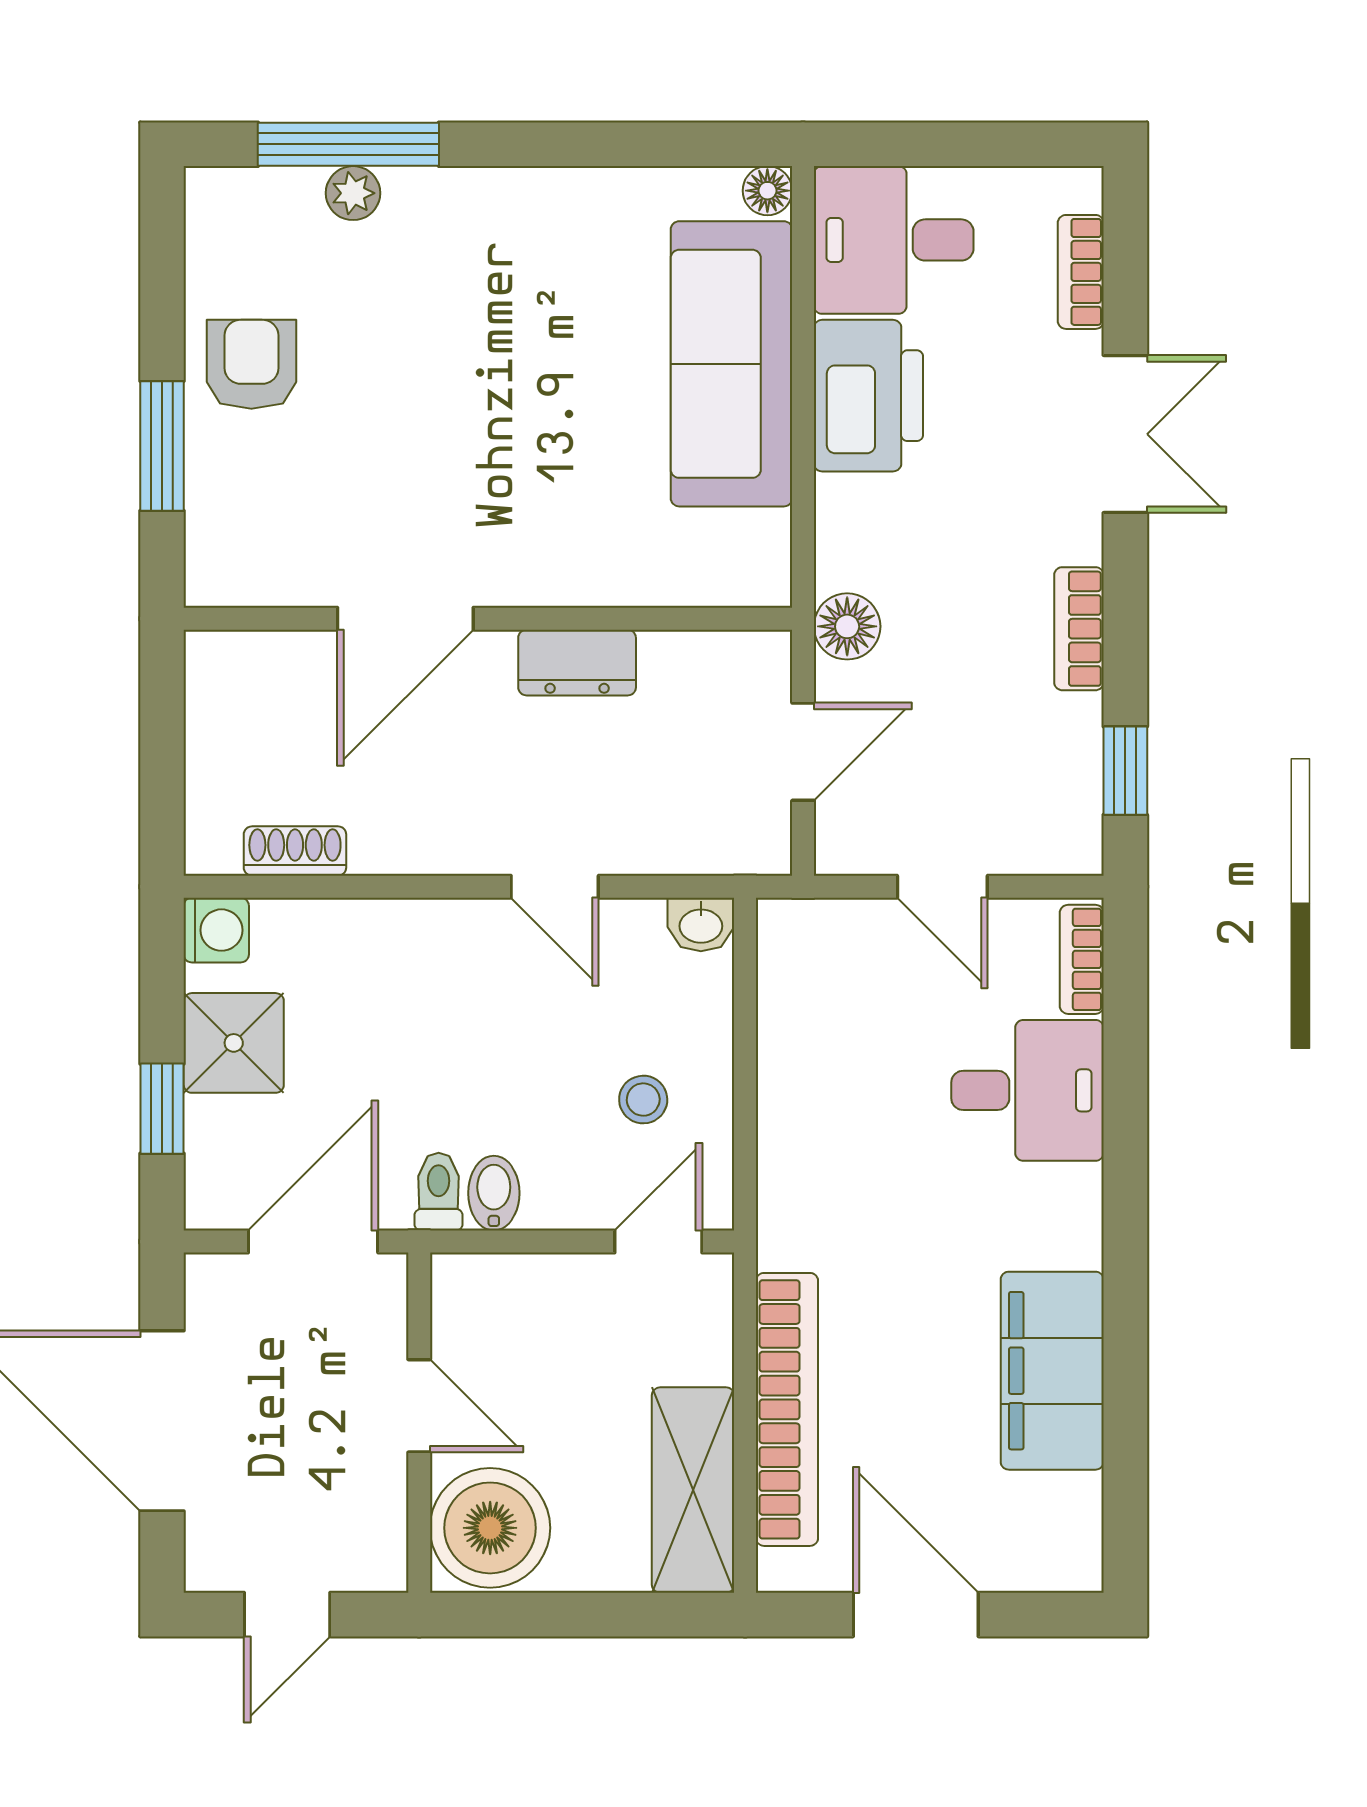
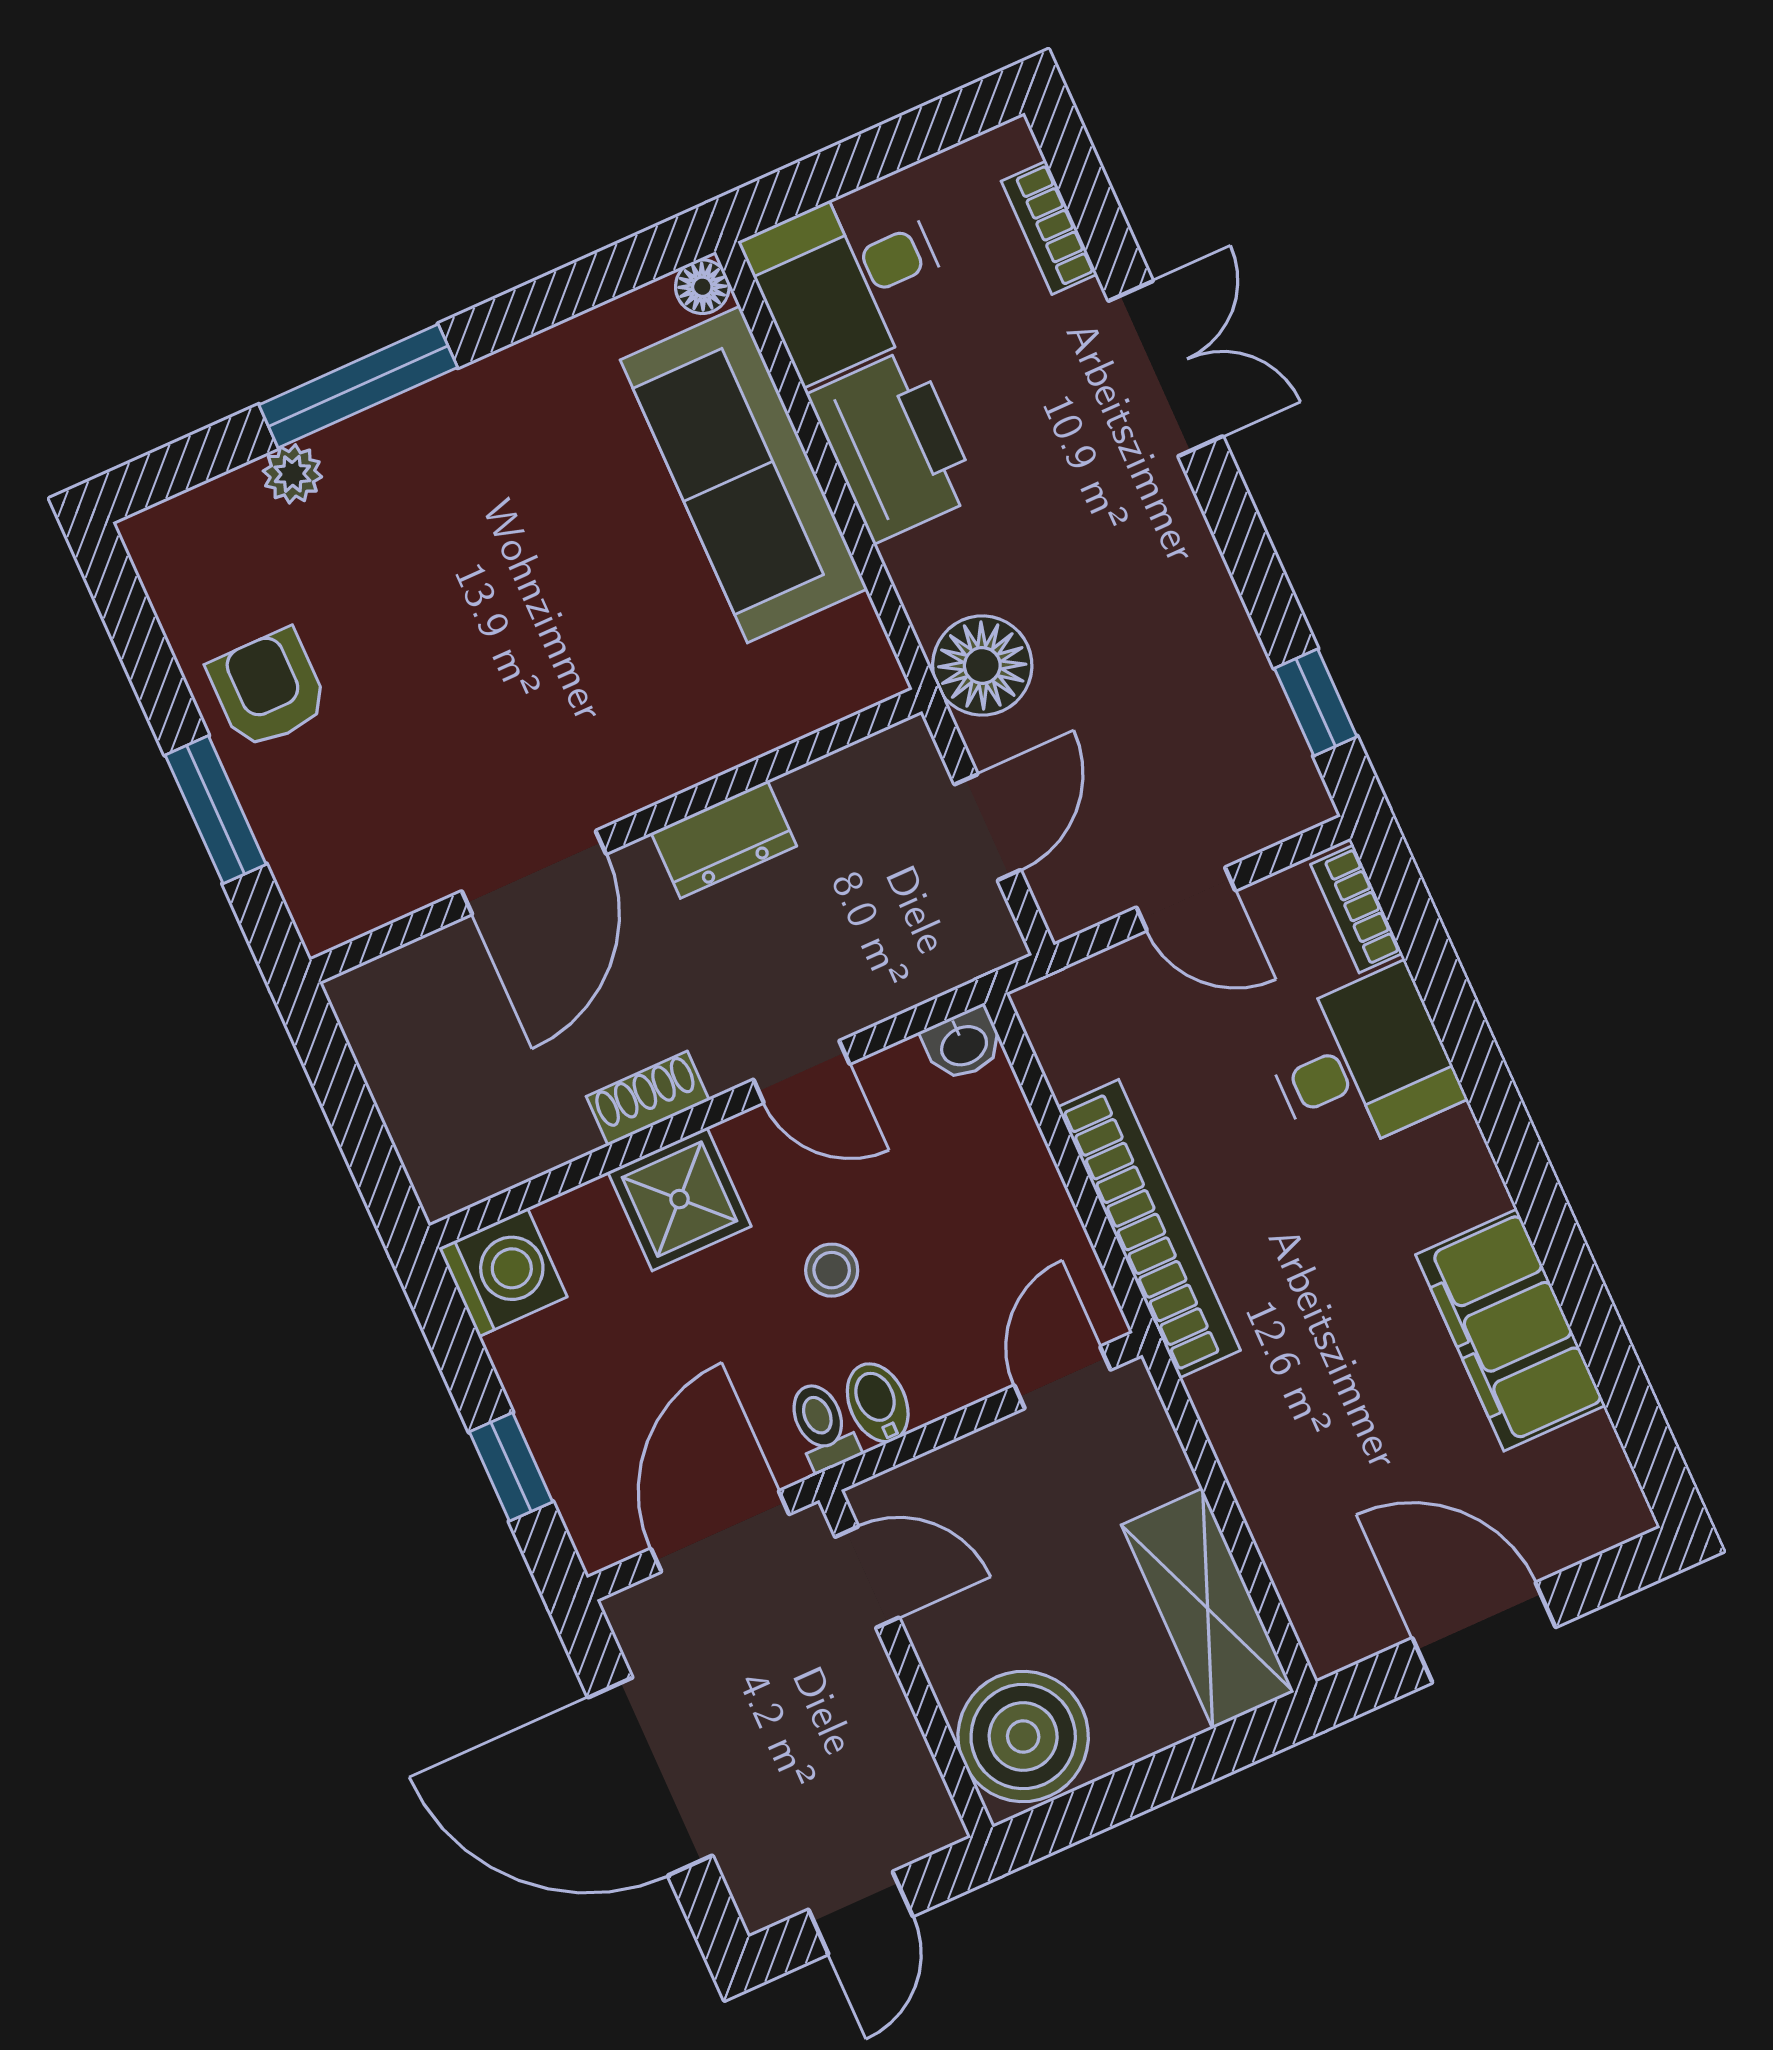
window: (348, 144) -> (358, 386), moved
floor lamp: (847, 626) -> (982, 665), width x1.38, depth x1.38
bookcase: (1079, 629) -> (1206, 582), removed
shoe rack: (295, 851) -> (648, 1098), moved
washing machine: (216, 930) -> (503, 1272), width x1.38, depth x1.38
shower: (234, 1043) -> (679, 1199), moved
stool: (643, 1100) -> (832, 1270), moved
door: (419, 1406) -> (867, 1577), moved
bookcase: (787, 1409) -> (1149, 1229), moved

